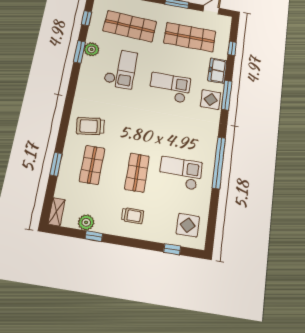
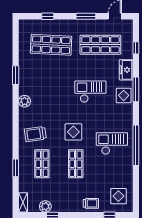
window: (86, 18) -> (16, 45), removed
plant: (92, 49) -> (25, 101), moved
checkout: (121, 69) -> (50, 83), removed
display table: (141, 132) -> (73, 132), added
checkout: (180, 173) -> (112, 144), moved
trolley: (132, 216) -> (91, 203), moved

